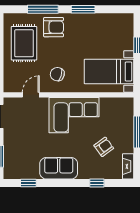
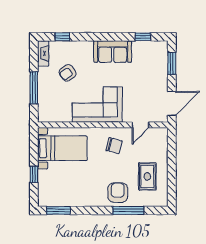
window: (83, 9) -> (58, 210), moved
armchair: (54, 27) -> (118, 193), turned 90
rug: (24, 43) -> (147, 176), width x0.73, depth x0.70
window: (97, 183) -> (62, 37), moved

